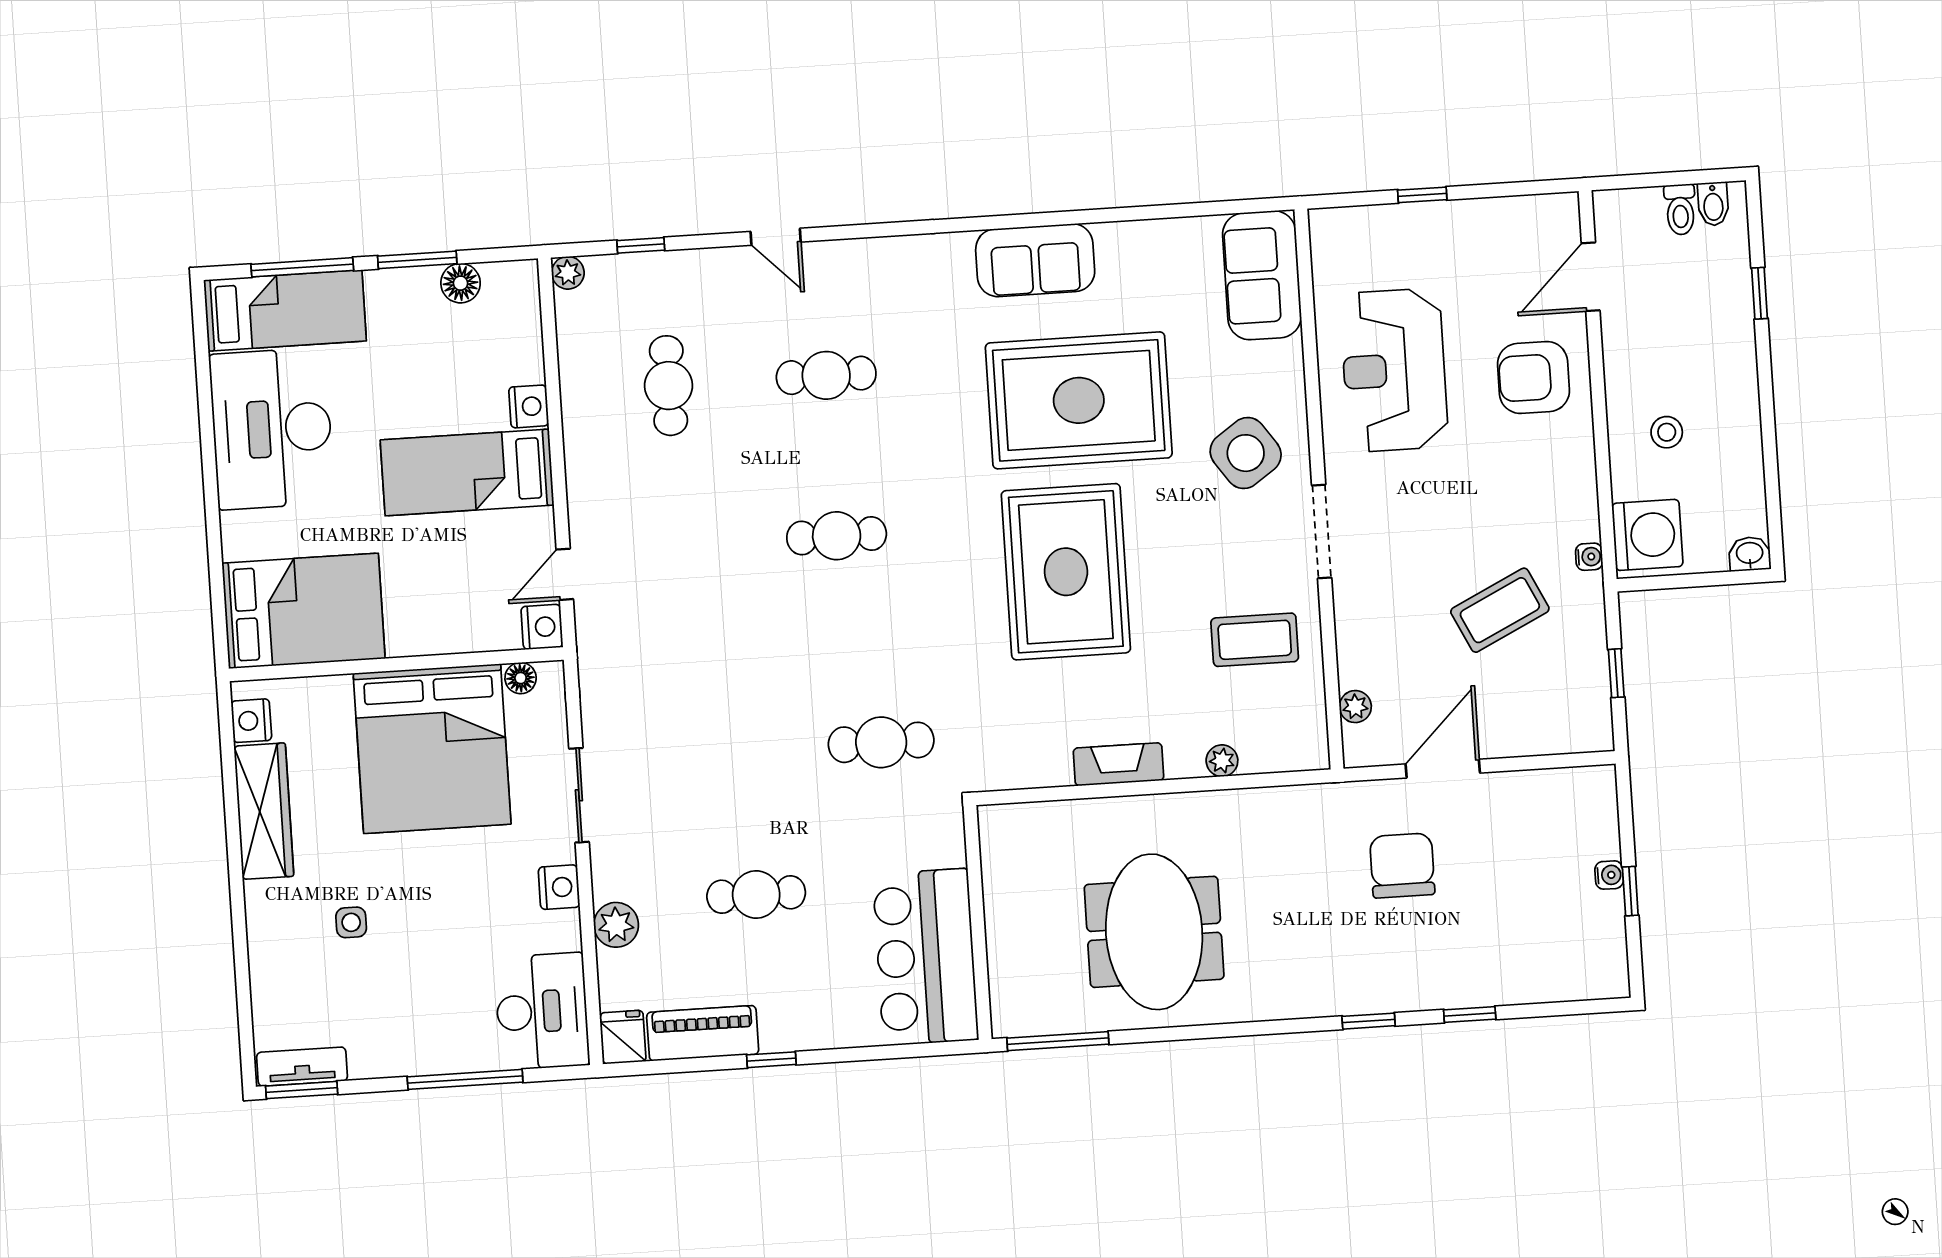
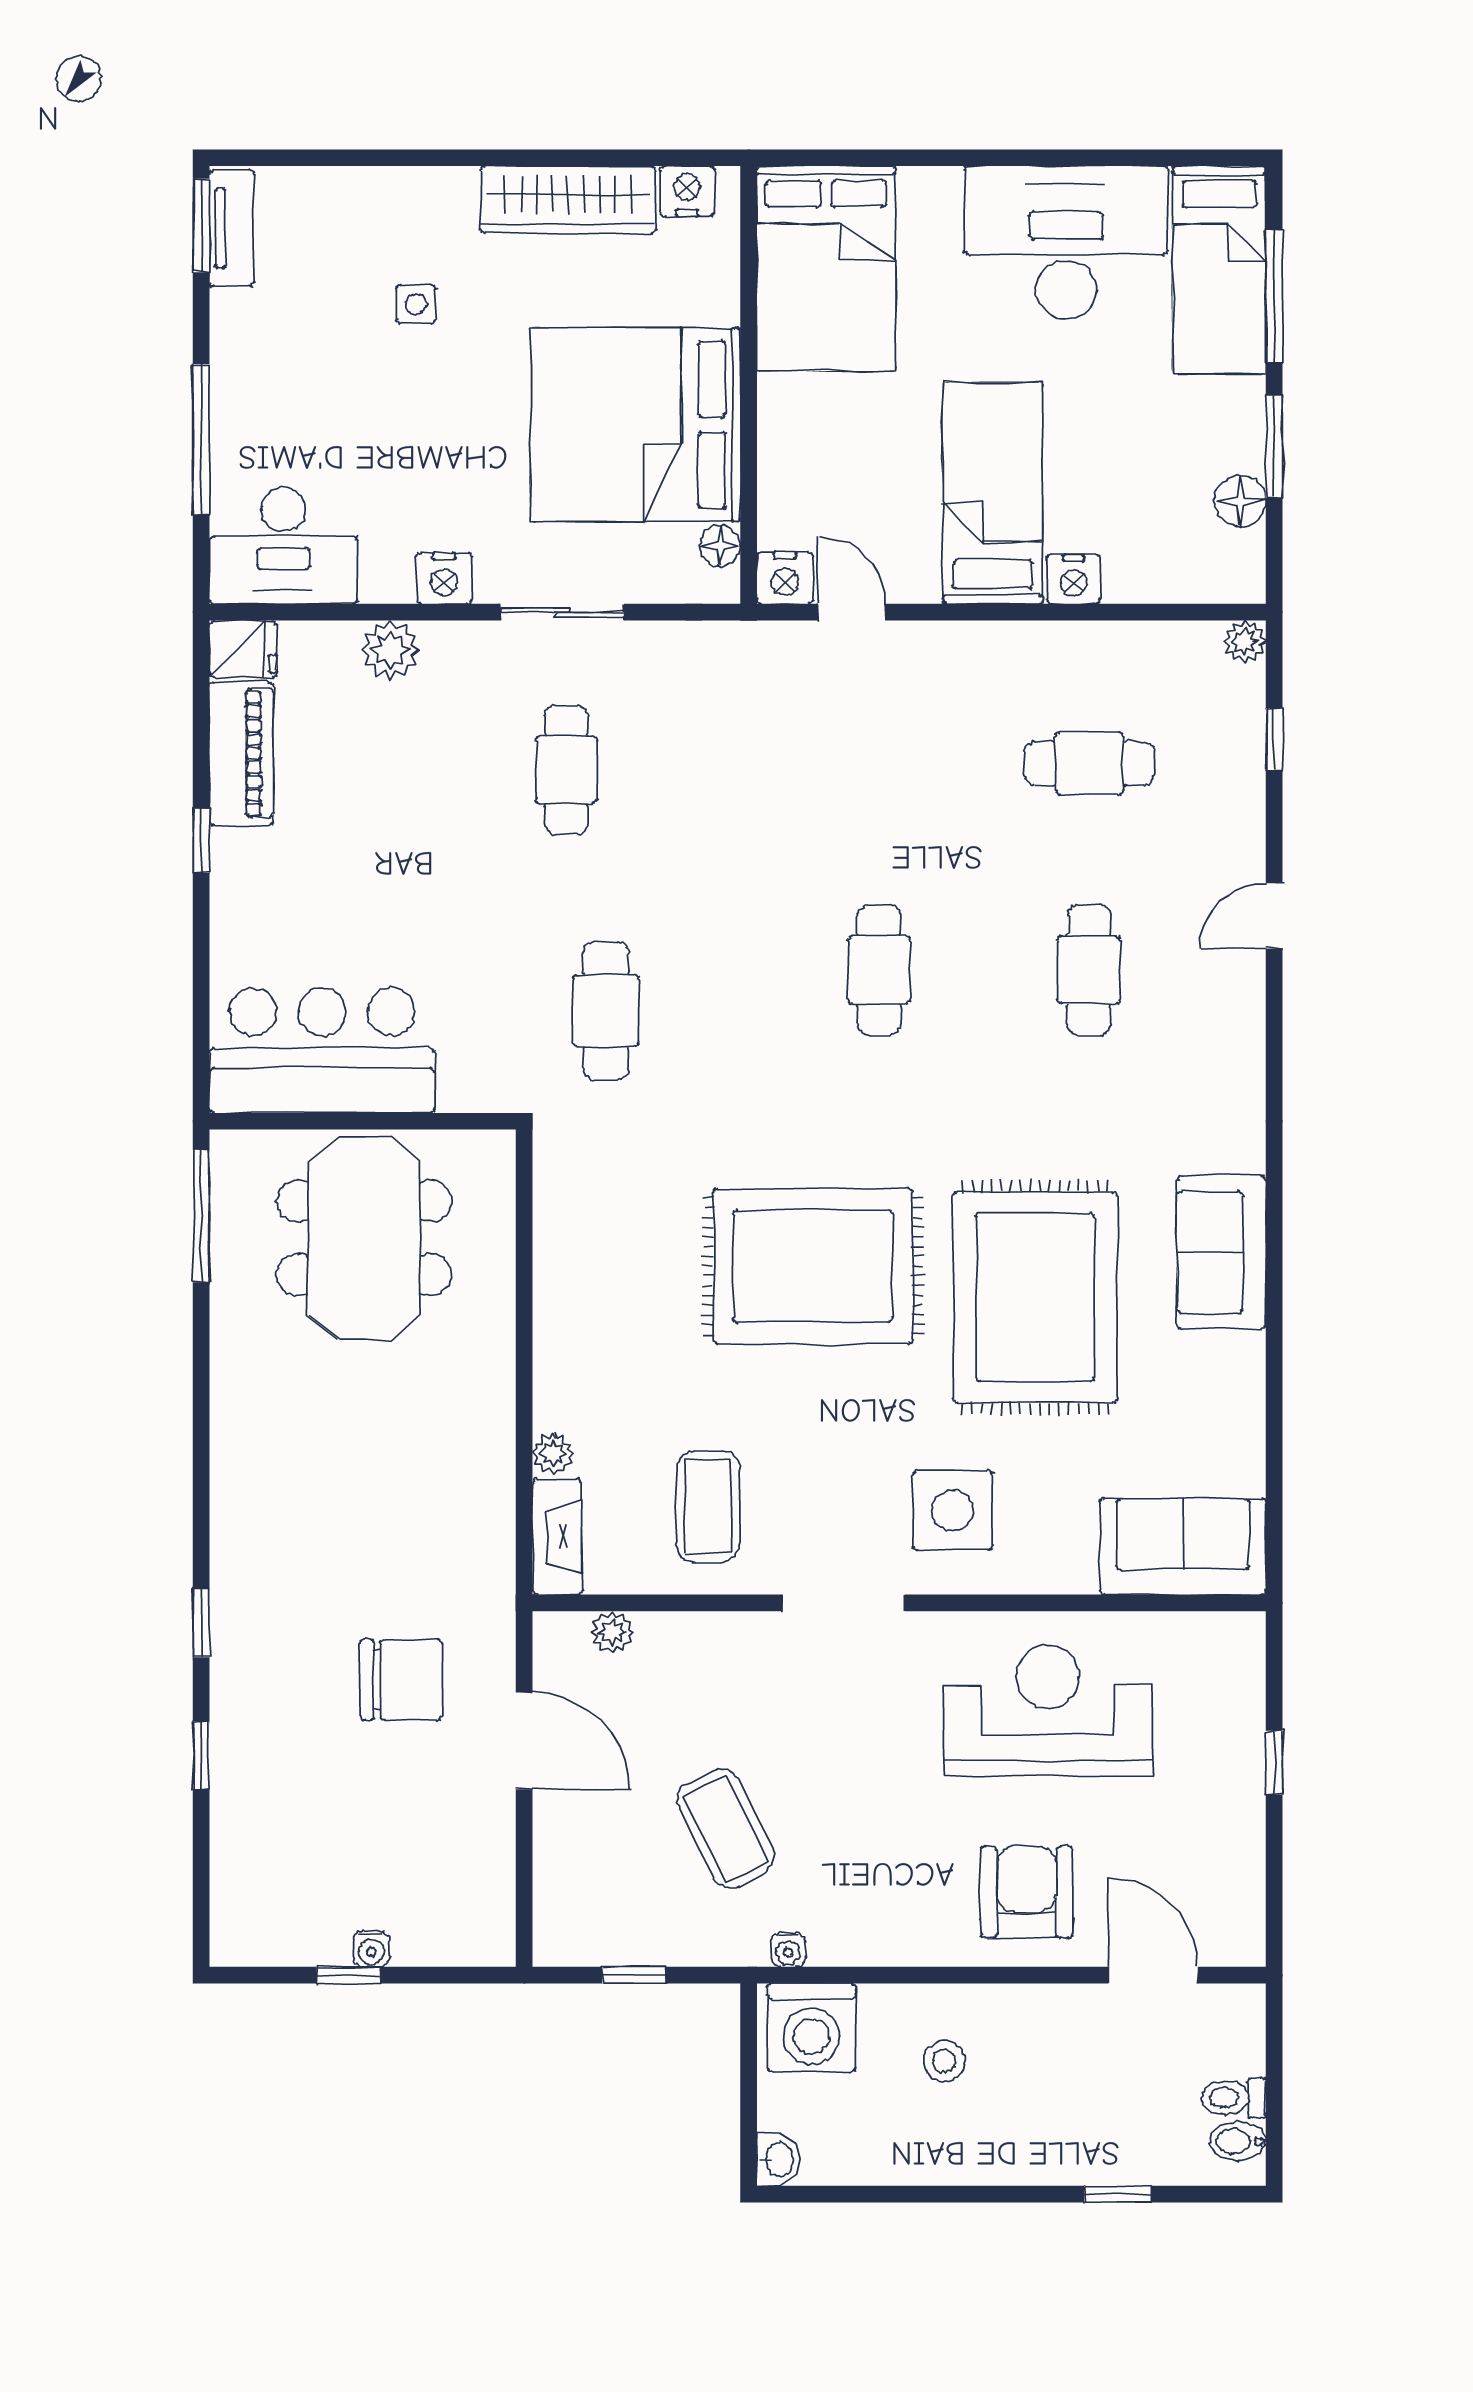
side table: (1246, 453) -> (952, 1510), turned 35
fireplace: (1118, 764) -> (557, 1537), moved
cafe table: (756, 895) -> (566, 770), moved
meeting table: (1154, 932) -> (364, 1238), moved, turned 90

